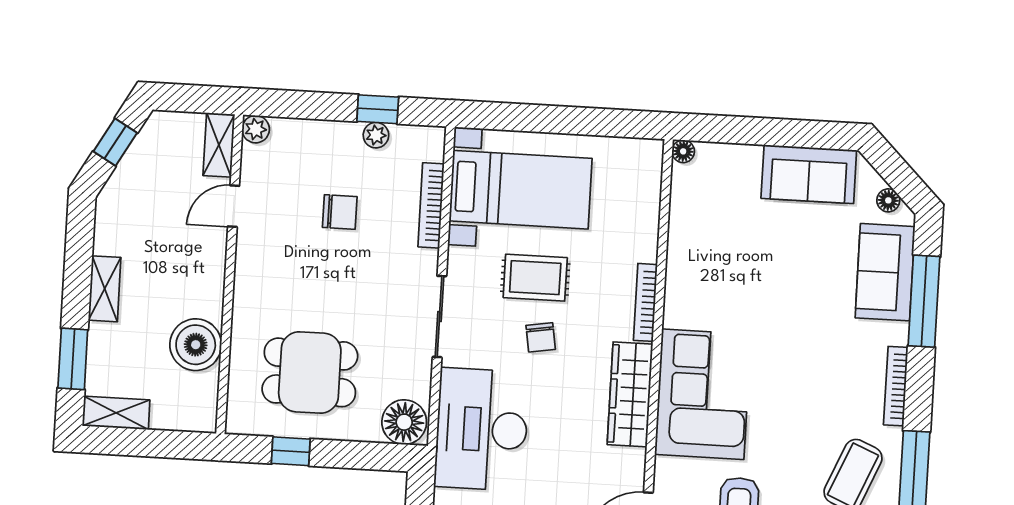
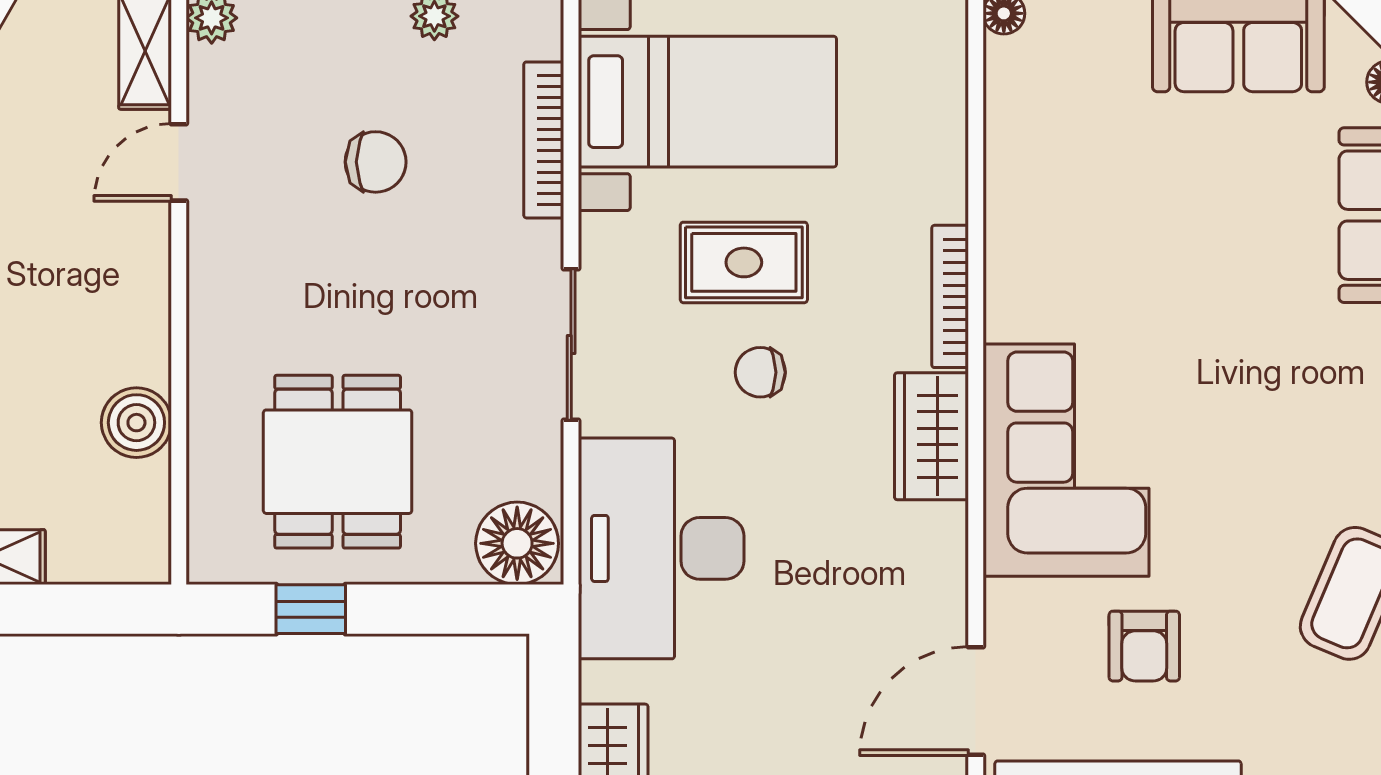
chair: (541, 337) -> (760, 372), turned 99
boiler: (196, 345) -> (136, 423), width x0.73, depth x0.73
dining table: (310, 372) -> (338, 462), turned 90
wardrobe: (630, 394) -> (931, 436), width x0.67

